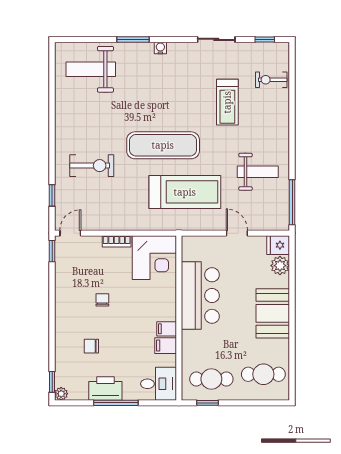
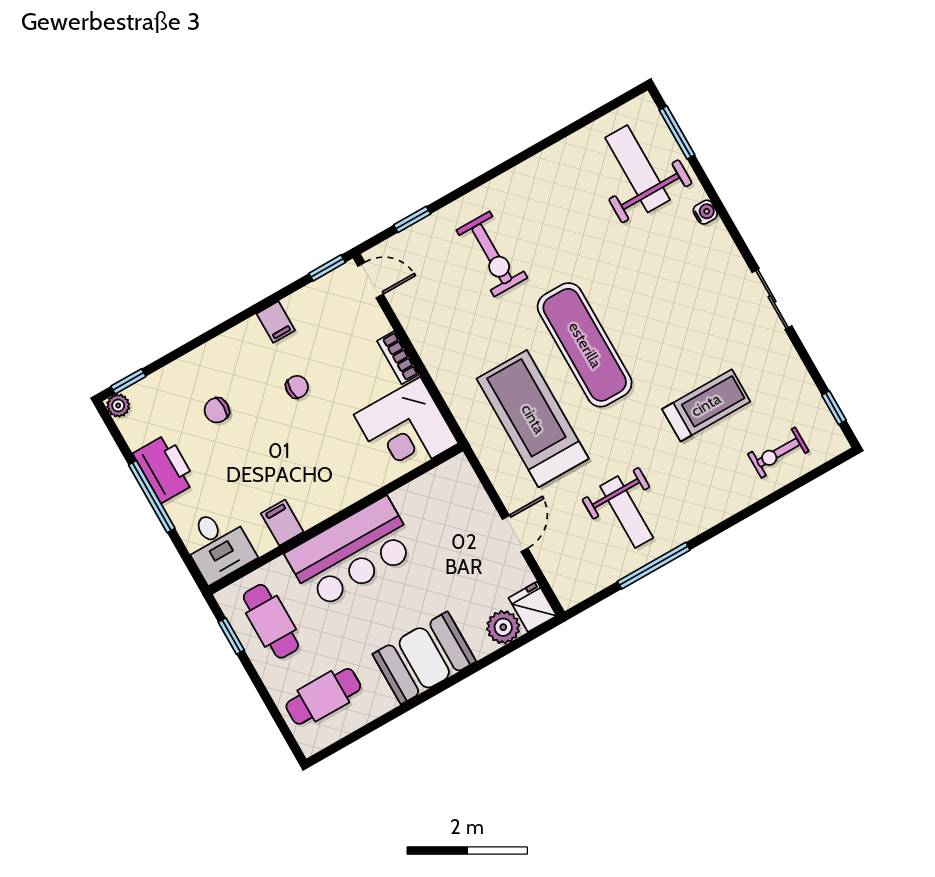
window: (133, 39) -> (677, 132), moved
sliding door: (216, 39) -> (772, 299), moved
water cooler: (160, 48) -> (705, 212), moved
exercise bike: (271, 80) -> (778, 453), turned -90
treadmill: (227, 102) -> (706, 405), turned 180
treadmill: (185, 192) -> (533, 419), turned 180
window: (292, 202) -> (654, 566), moved
bar counter: (200, 296) -> (352, 553), moved
filing cabinet: (167, 329) -> (276, 322), moved, turned 180
chair: (91, 346) -> (217, 410), turned -90
cafe table: (263, 374) -> (323, 696), turned 90

